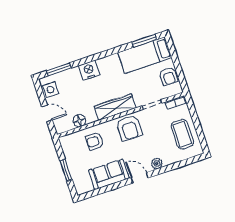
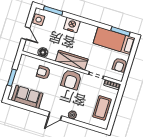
sofa: (109, 174) -> (27, 97), moved
door: (140, 178) -> (55, 116), swing flipped

